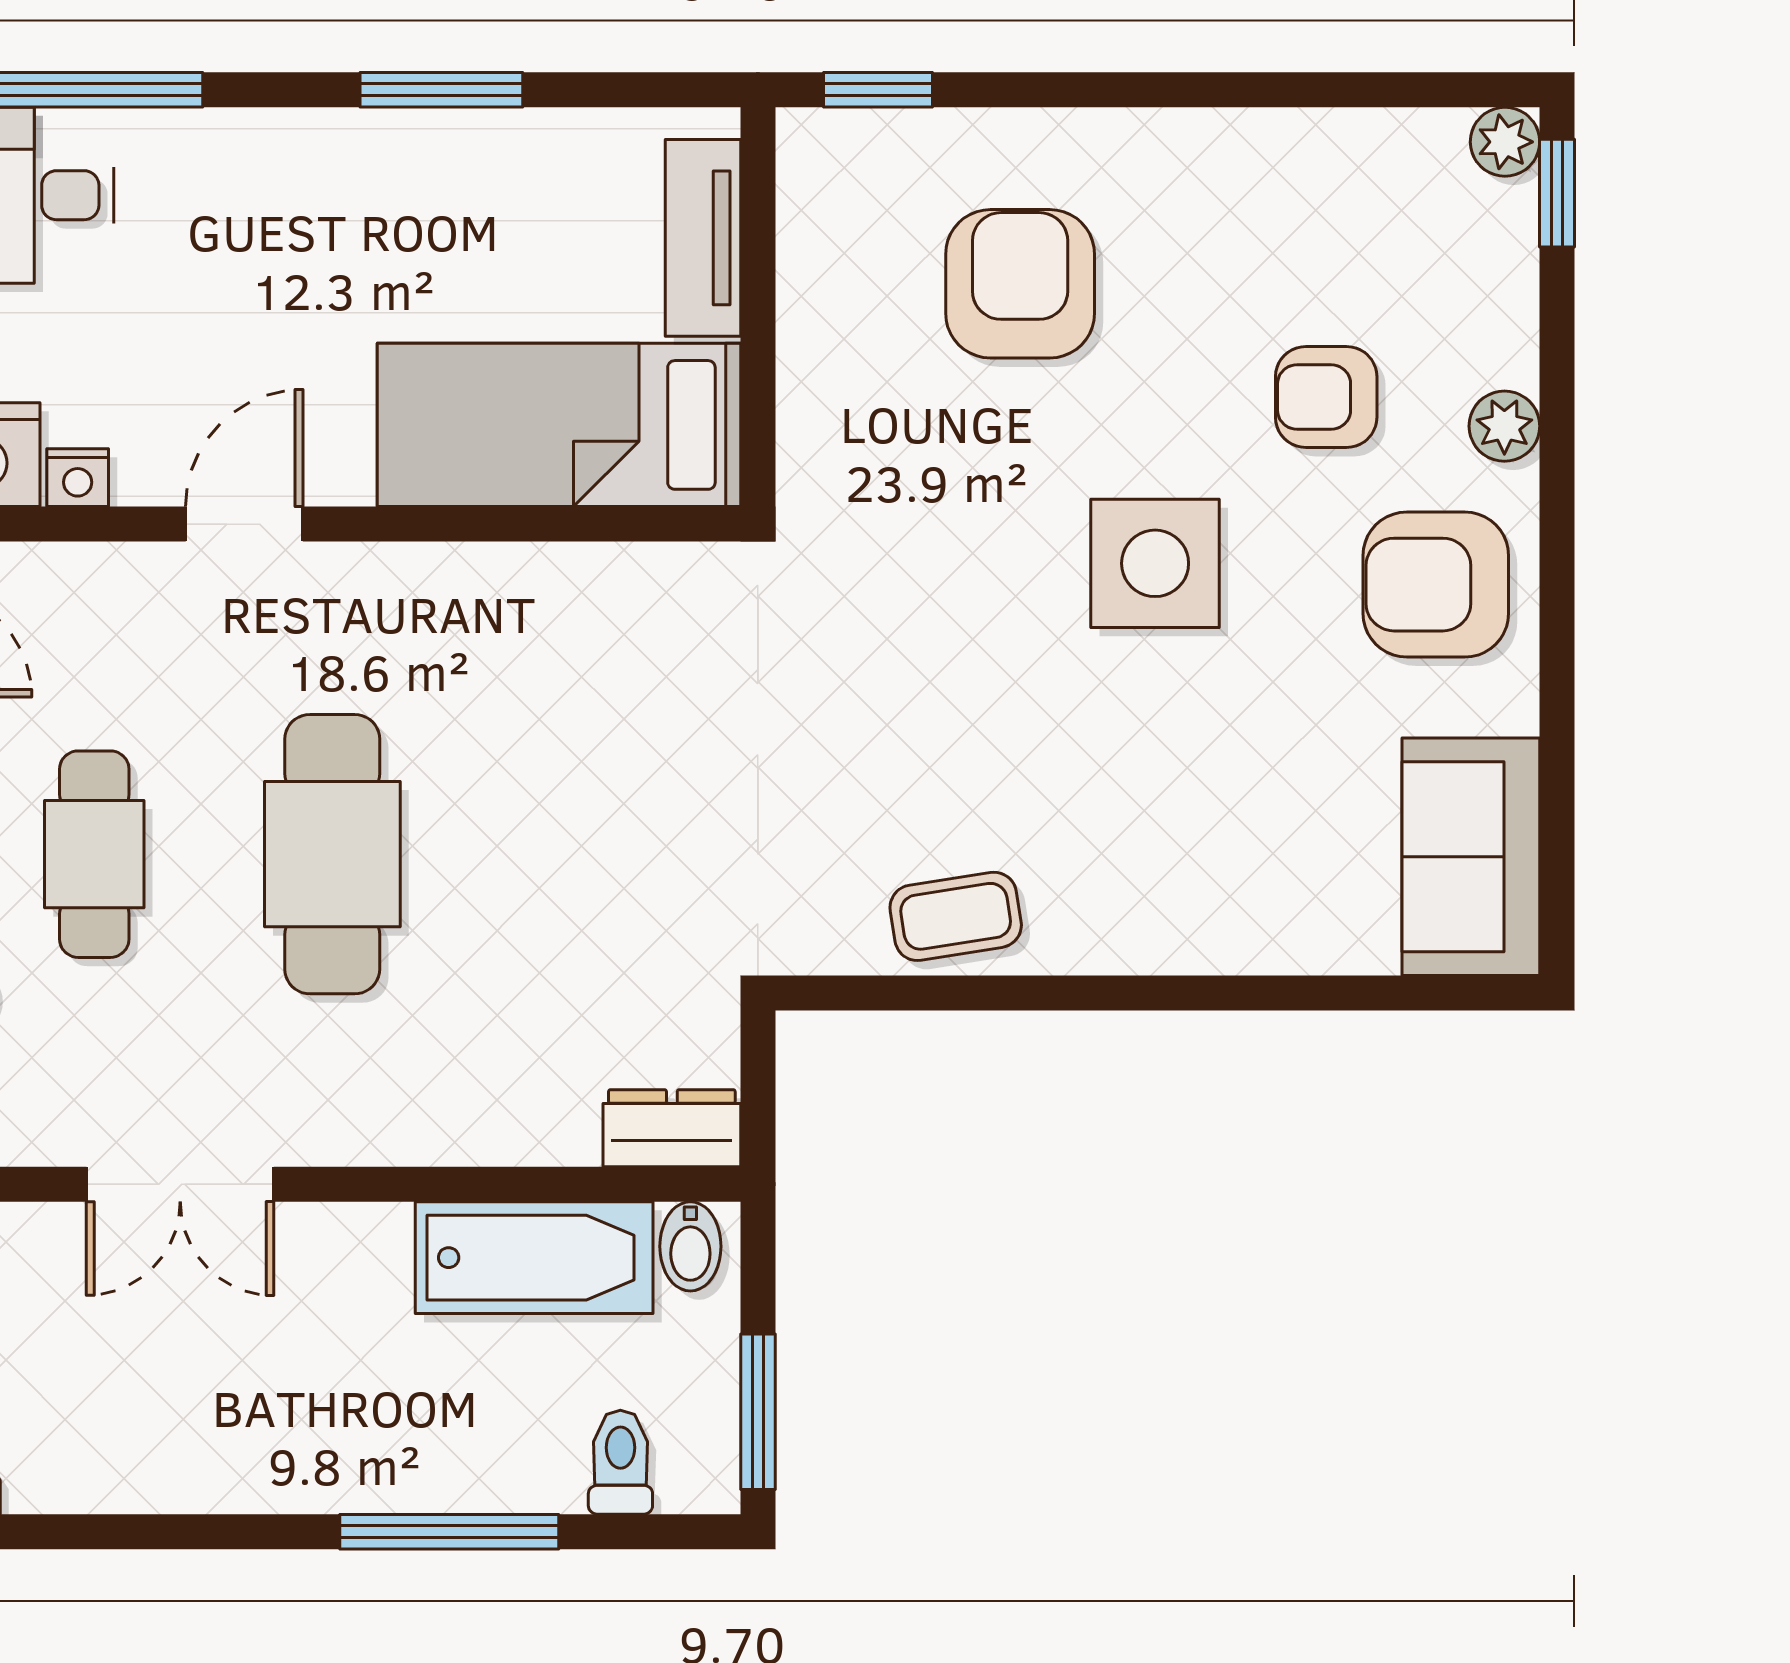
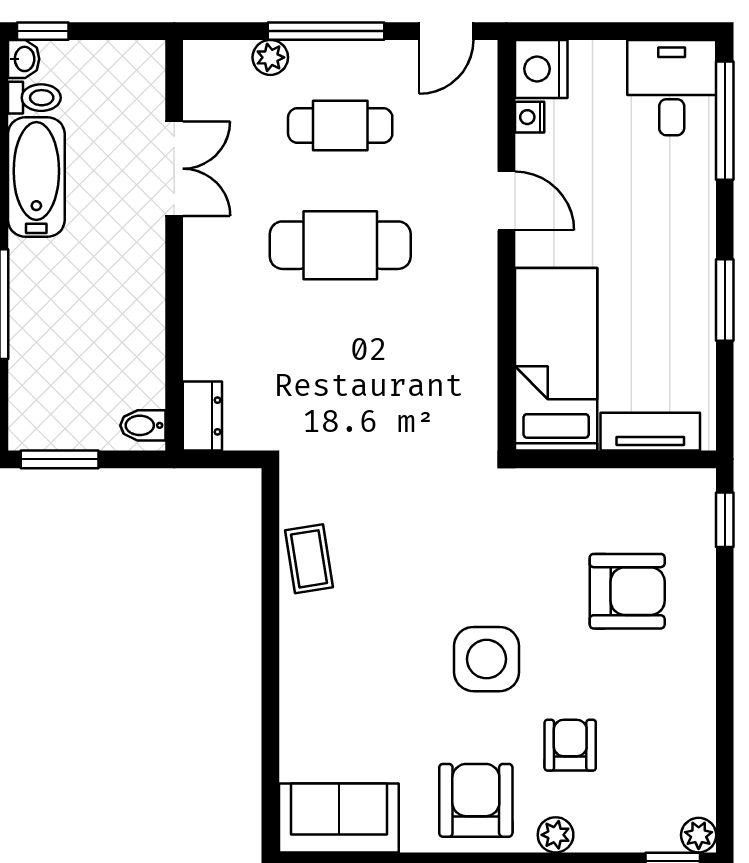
double door: (180, 1184) -> (174, 169), swing flipped
bathtub: (534, 1258) -> (36, 177), moved, turned 180
toilet: (620, 1462) -> (34, 98), moved

